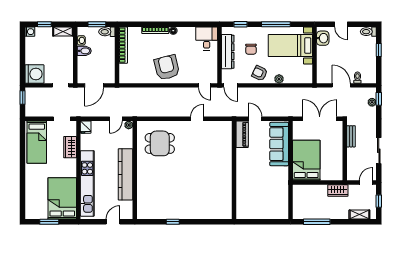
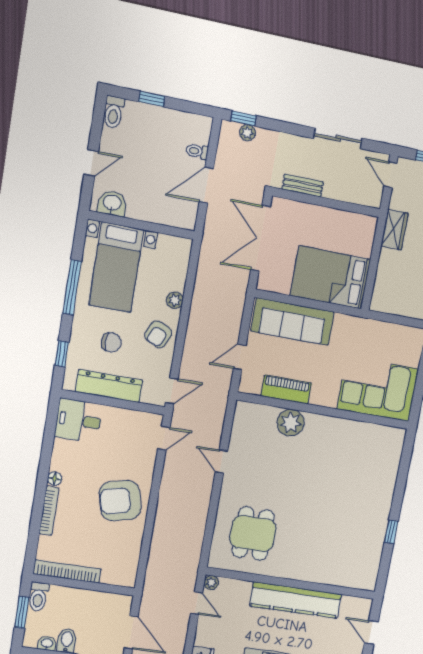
piano: (242, 134) -> (286, 389), moved
plant: (225, 153) -> (291, 423), added
corner sofa: (251, 198) -> (378, 389), added

